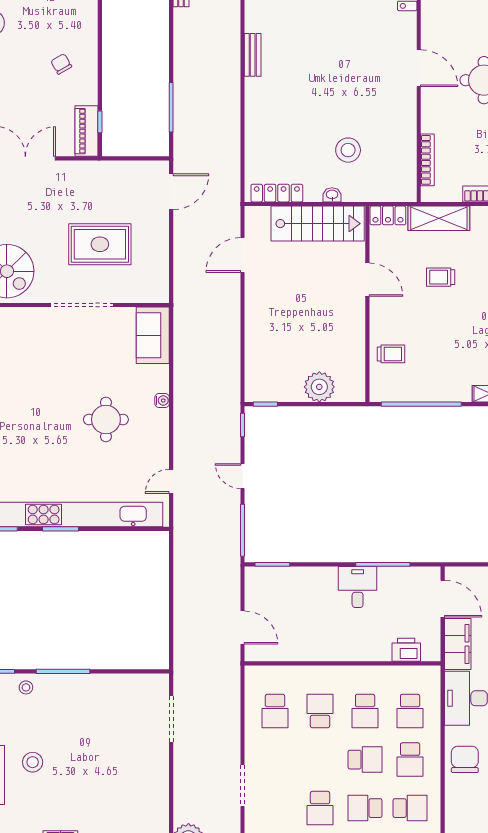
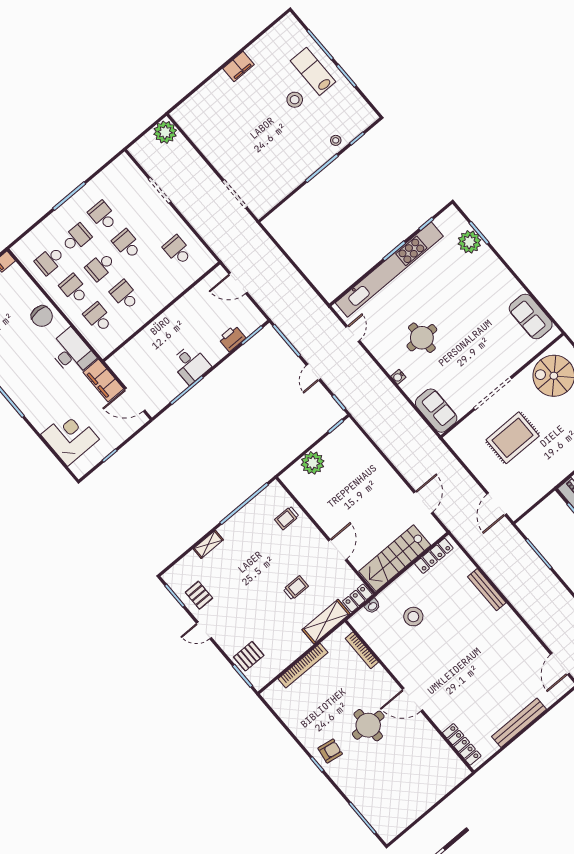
bench: (253, 55) -> (487, 590), moved, width x1.36
washbasin: (332, 195) -> (372, 606), moved
door: (367, 280) -> (338, 550), swing flipped
door: (242, 476) -> (313, 372), swing flipped
printer: (406, 650) -> (232, 338), moved, turned 180
school desk: (320, 711) -> (127, 244), moved, turned 180

